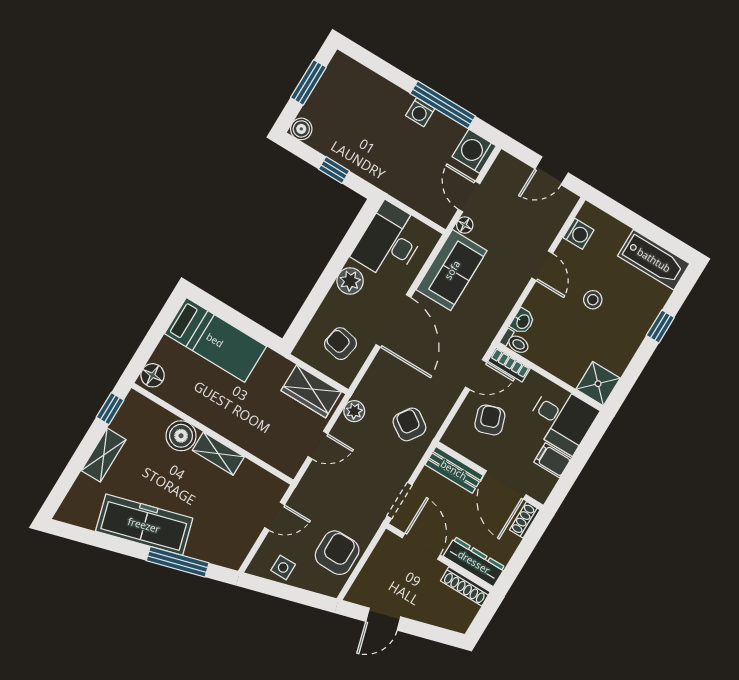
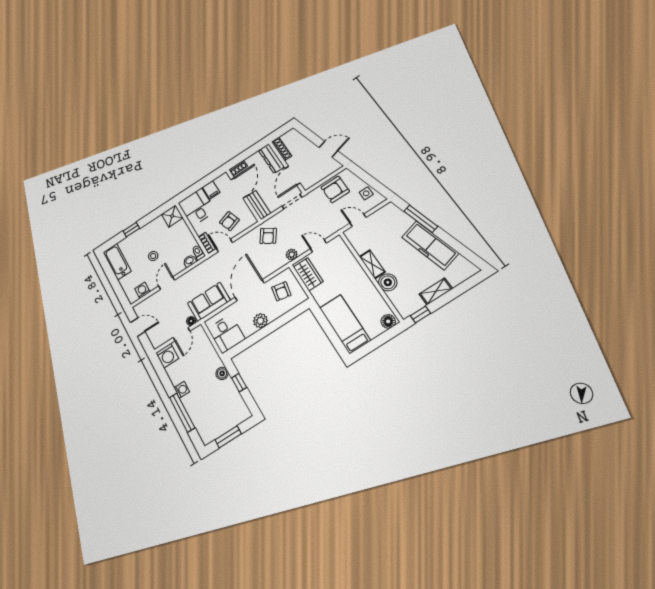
window: (443, 105) -> (182, 413), moved
boiler: (301, 129) -> (222, 373), moved
desk: (390, 242) -> (227, 334), width x0.73

